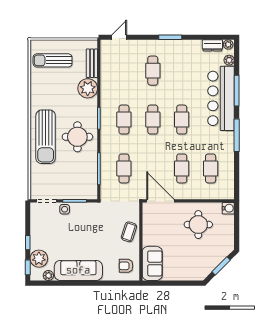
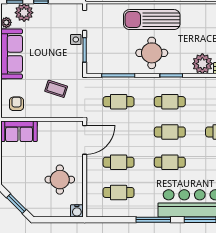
coffee table: (129, 232) -> (56, 89), moved

